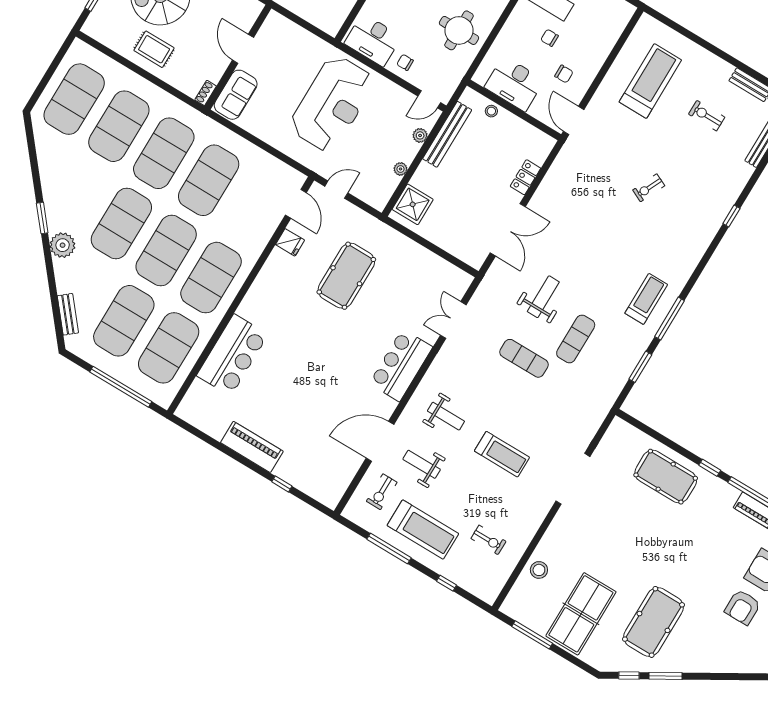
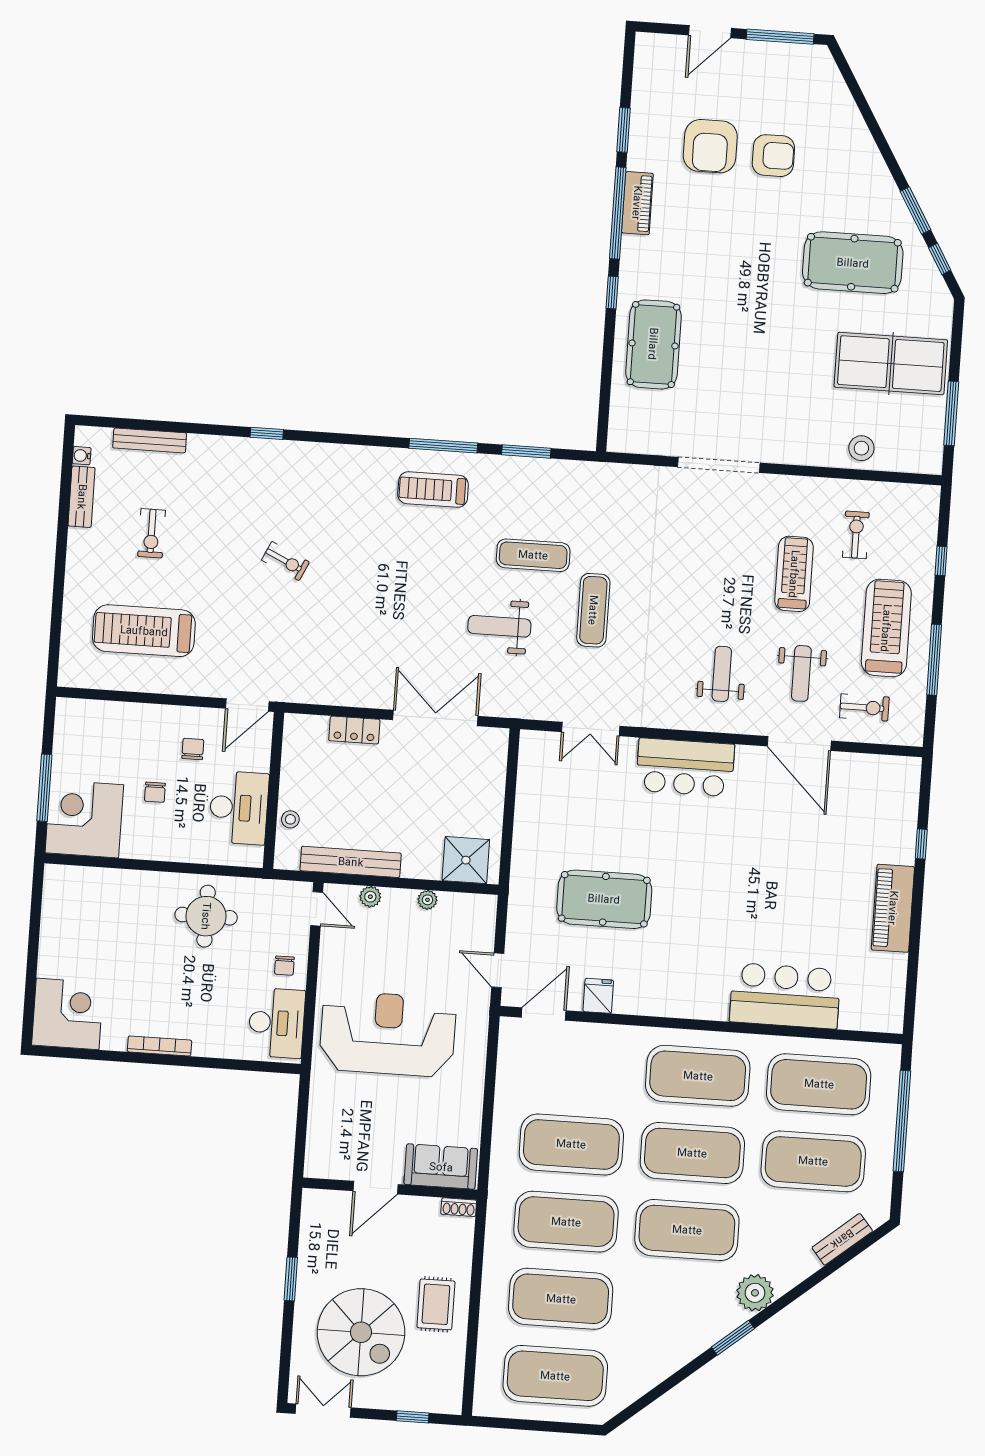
treadmill: (502, 454) -> (794, 574), moved

